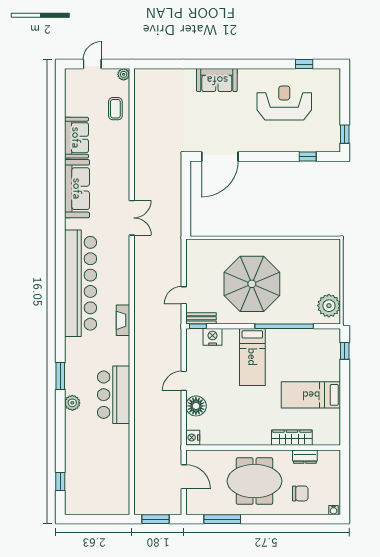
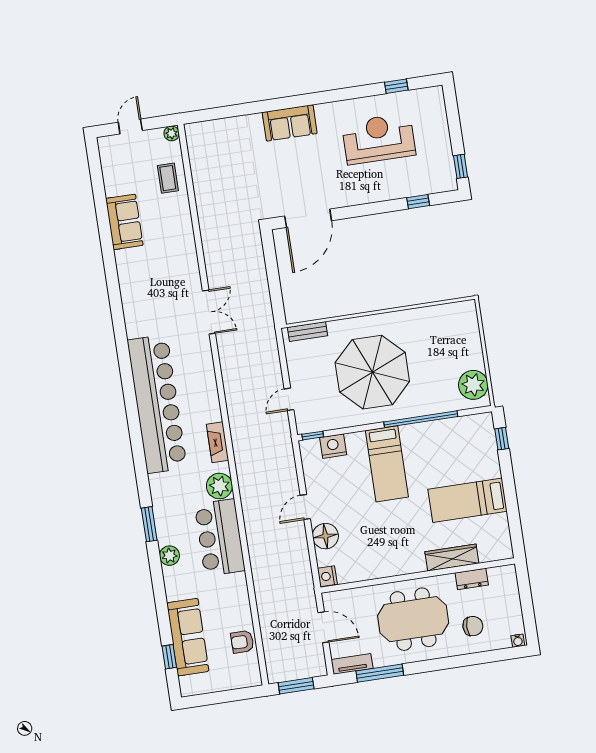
sofa: (77, 189) -> (188, 637), moved
bench: (201, 318) -> (308, 332), moved
plant: (119, 355) -> (219, 486), added
armchair: (119, 479) -> (242, 642), added
tv unit: (202, 509) -> (352, 664), added

